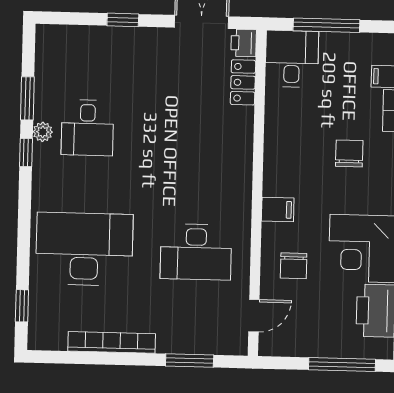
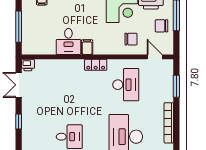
desk: (292, 59) -> (68, 41), moved, turned -90
locker: (243, 82) -> (96, 65), moved
chair: (349, 153) -> (161, 26), moved
filing cabinet: (278, 210) -> (87, 47), moved

